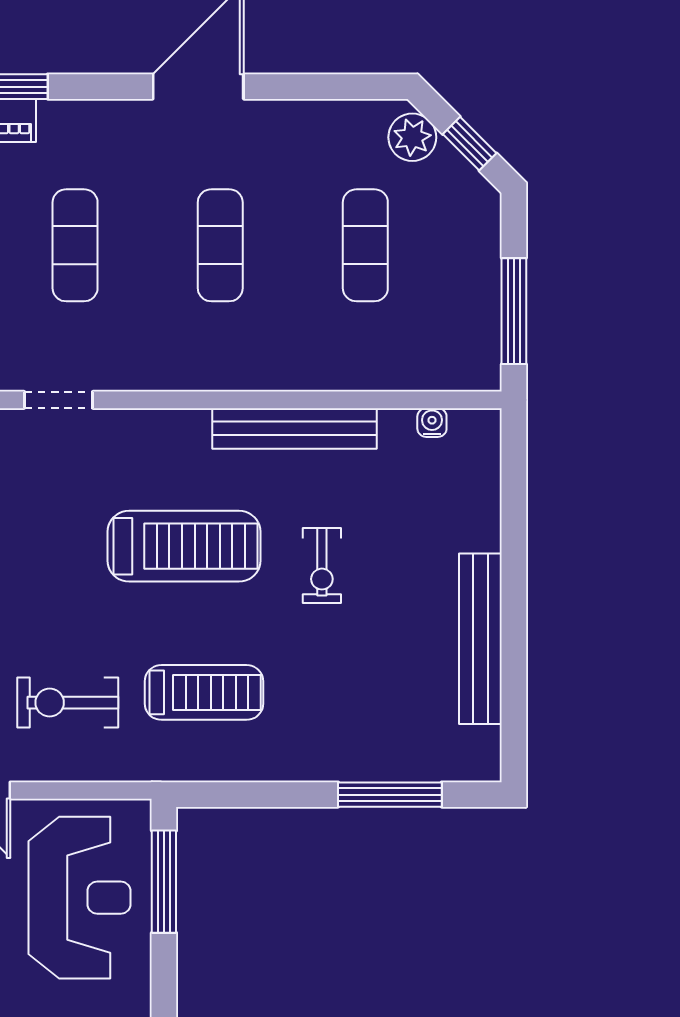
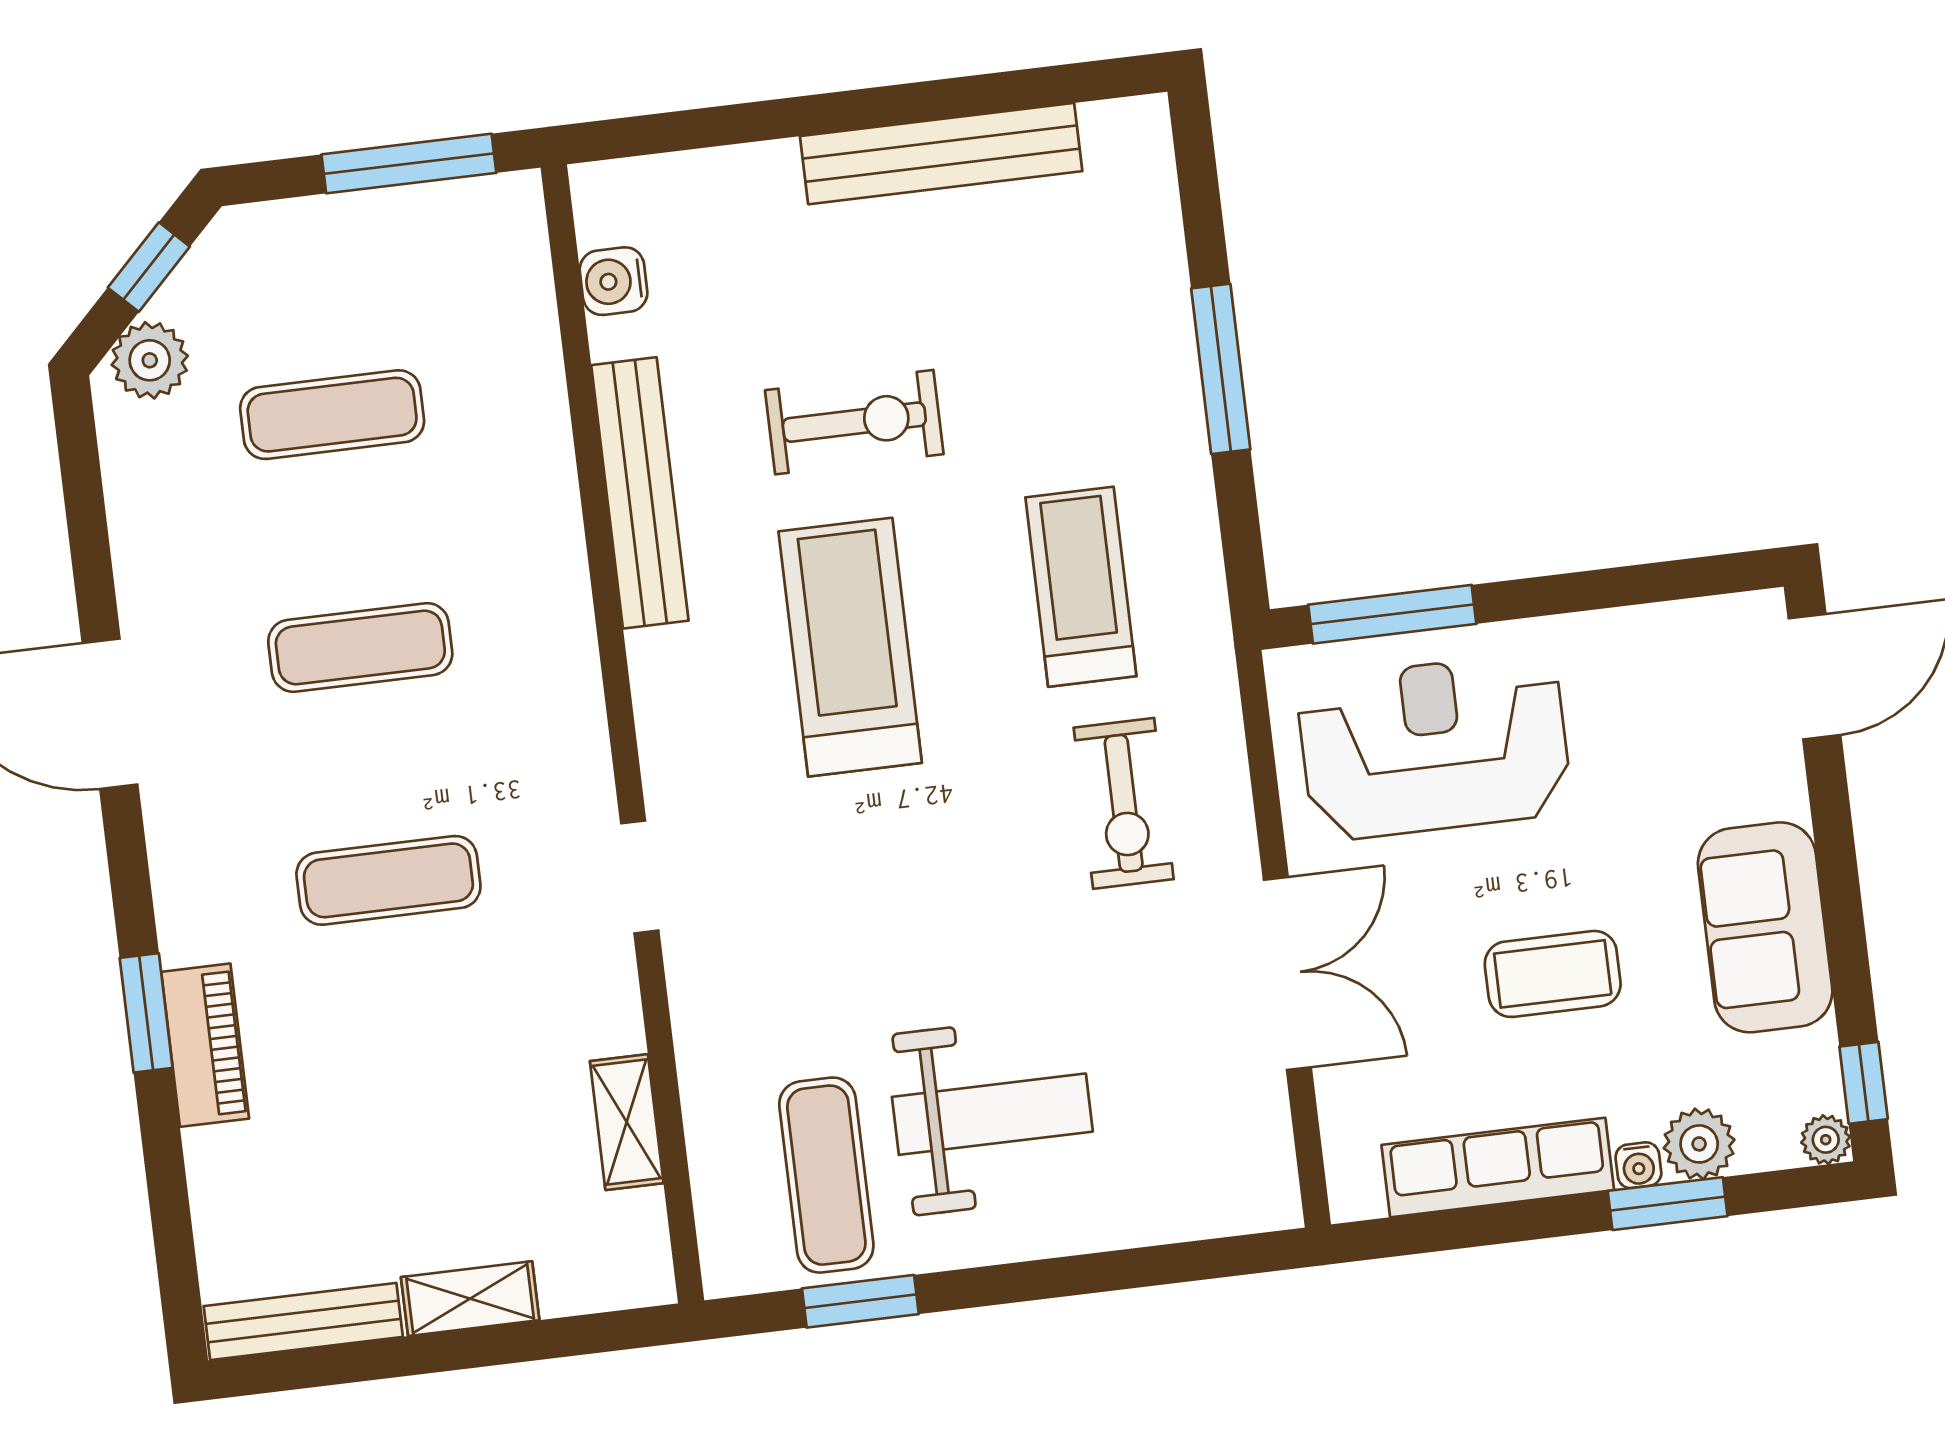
water cooler: (432, 423) -> (614, 281), width x1.38, depth x1.38
exercise bike: (322, 565) -> (854, 422), width x1.38, depth x1.39
window: (390, 795) -> (1221, 369), moved

